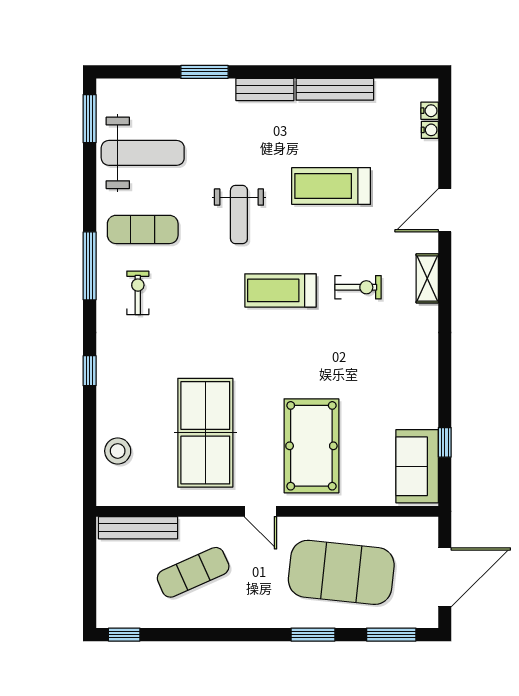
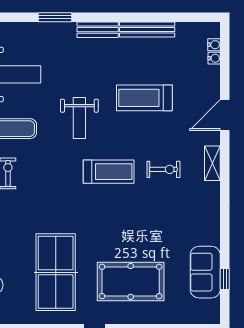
treadmill: (280, 290) -> (109, 172), turned 180
pool table: (311, 446) -> (131, 281), turned 90
sofa: (417, 466) -> (205, 272), moved

